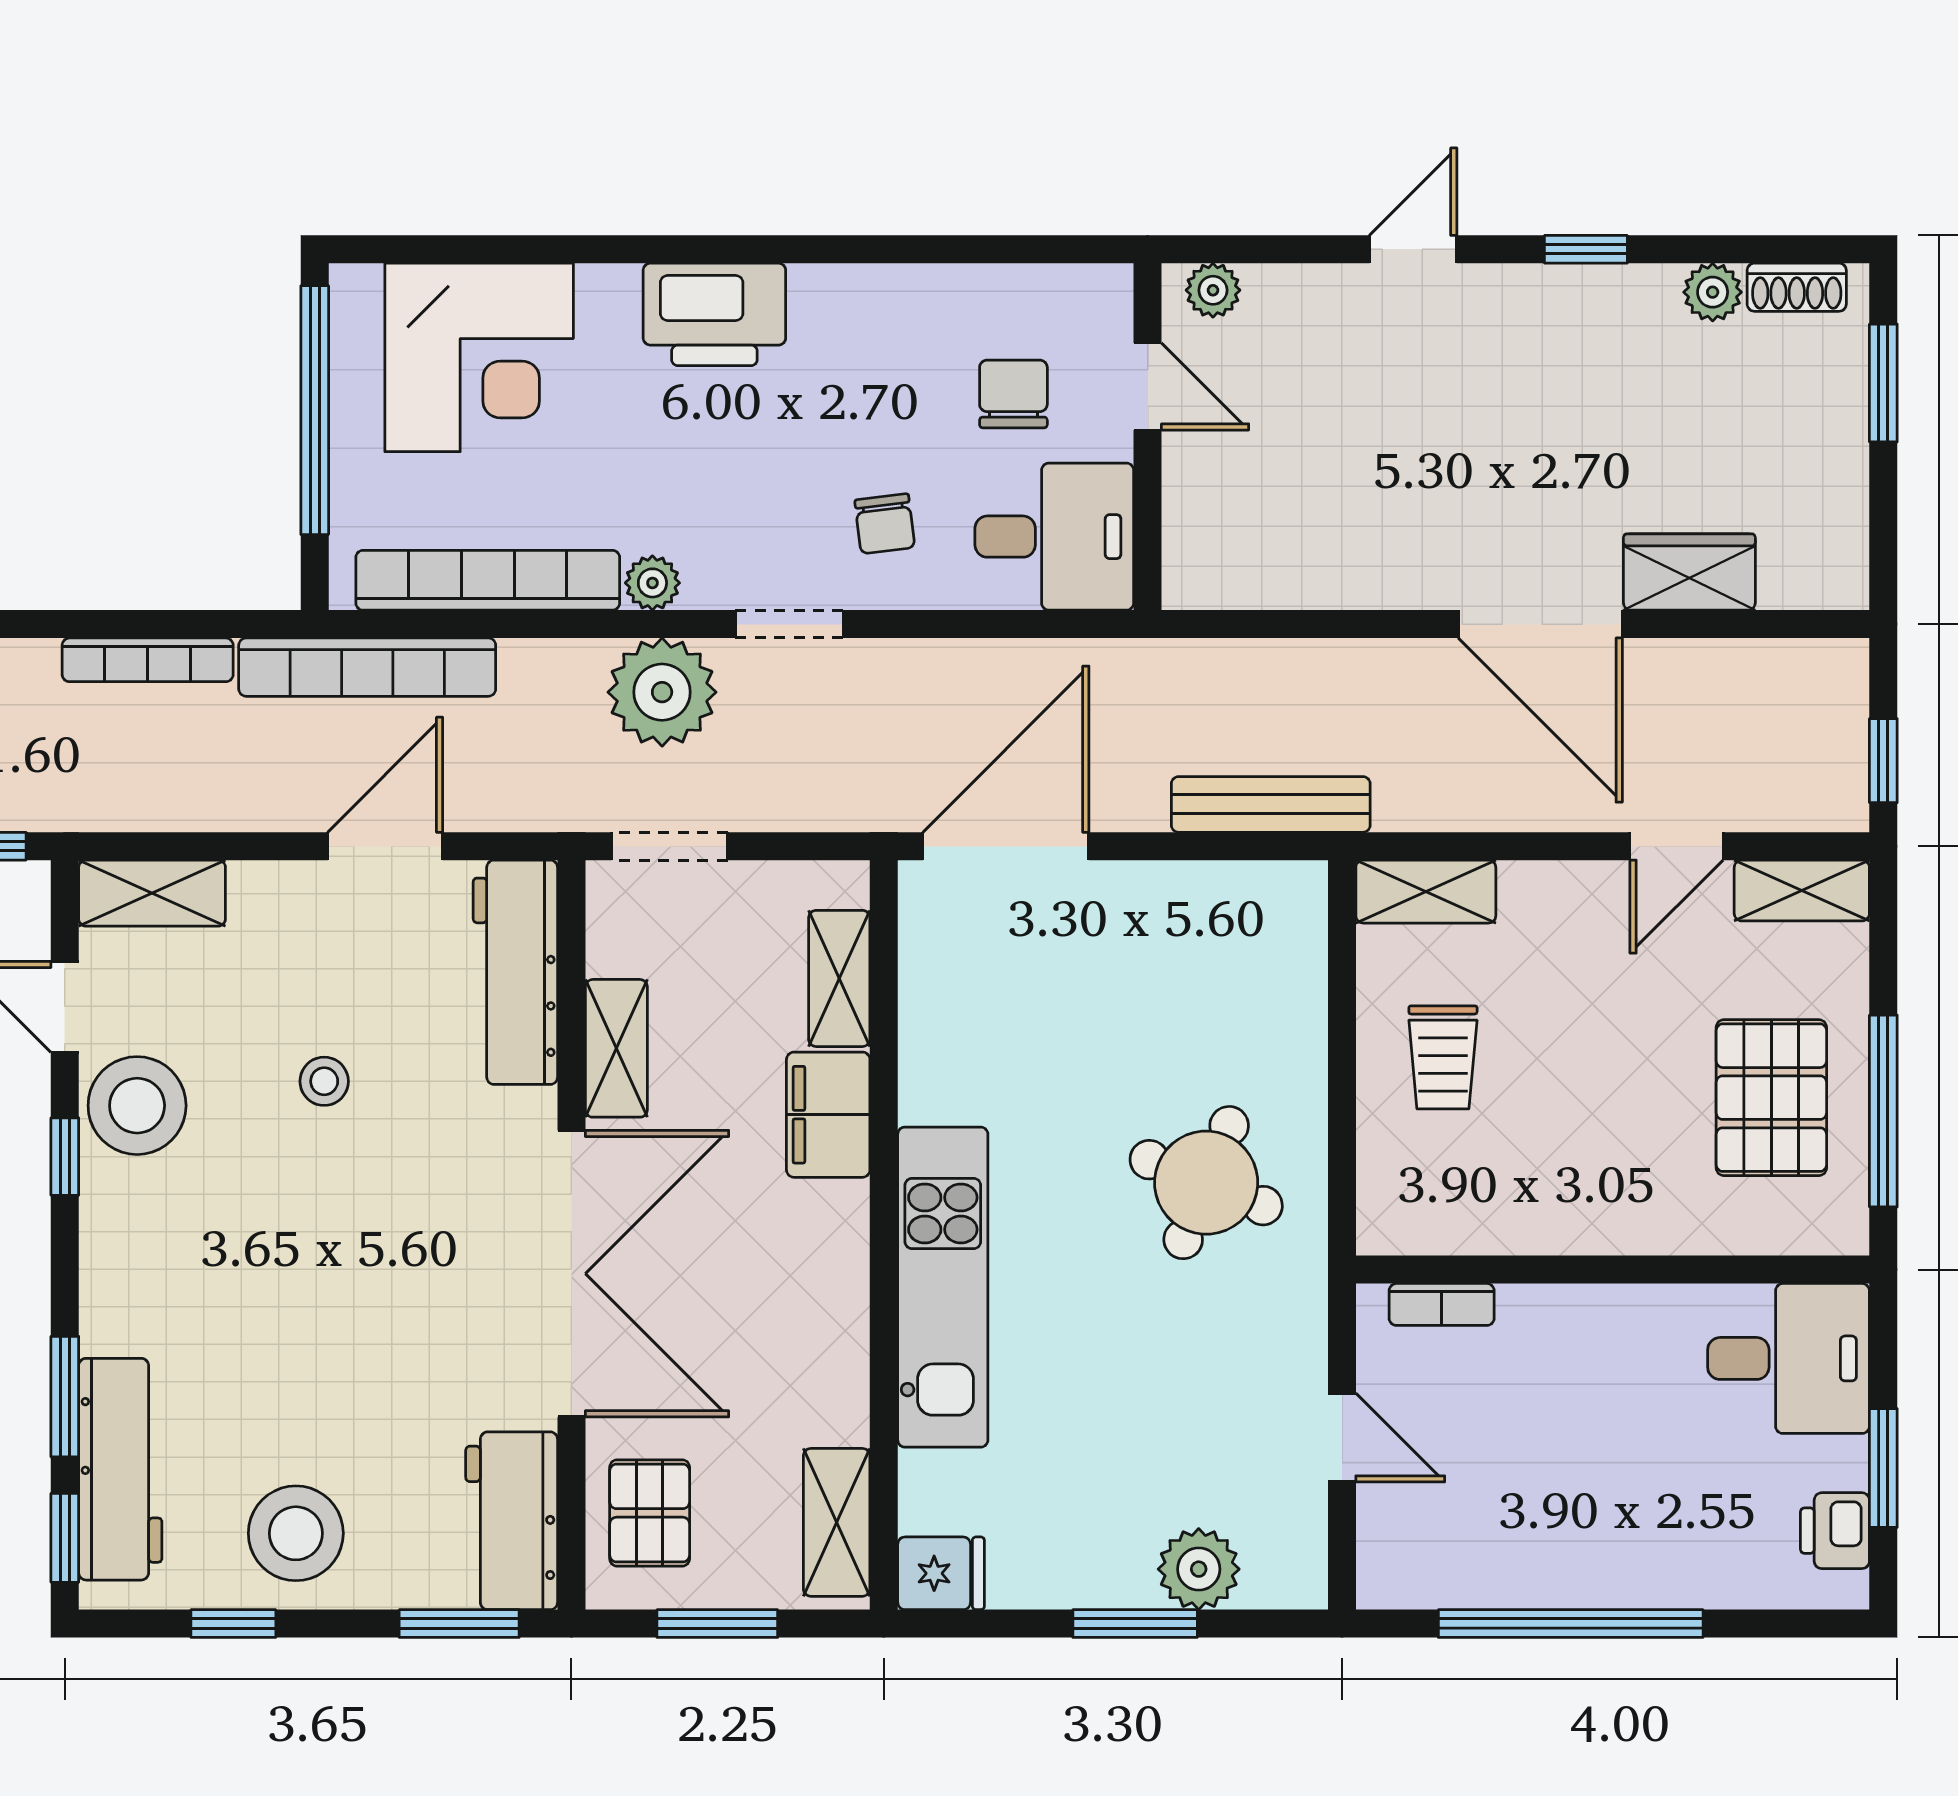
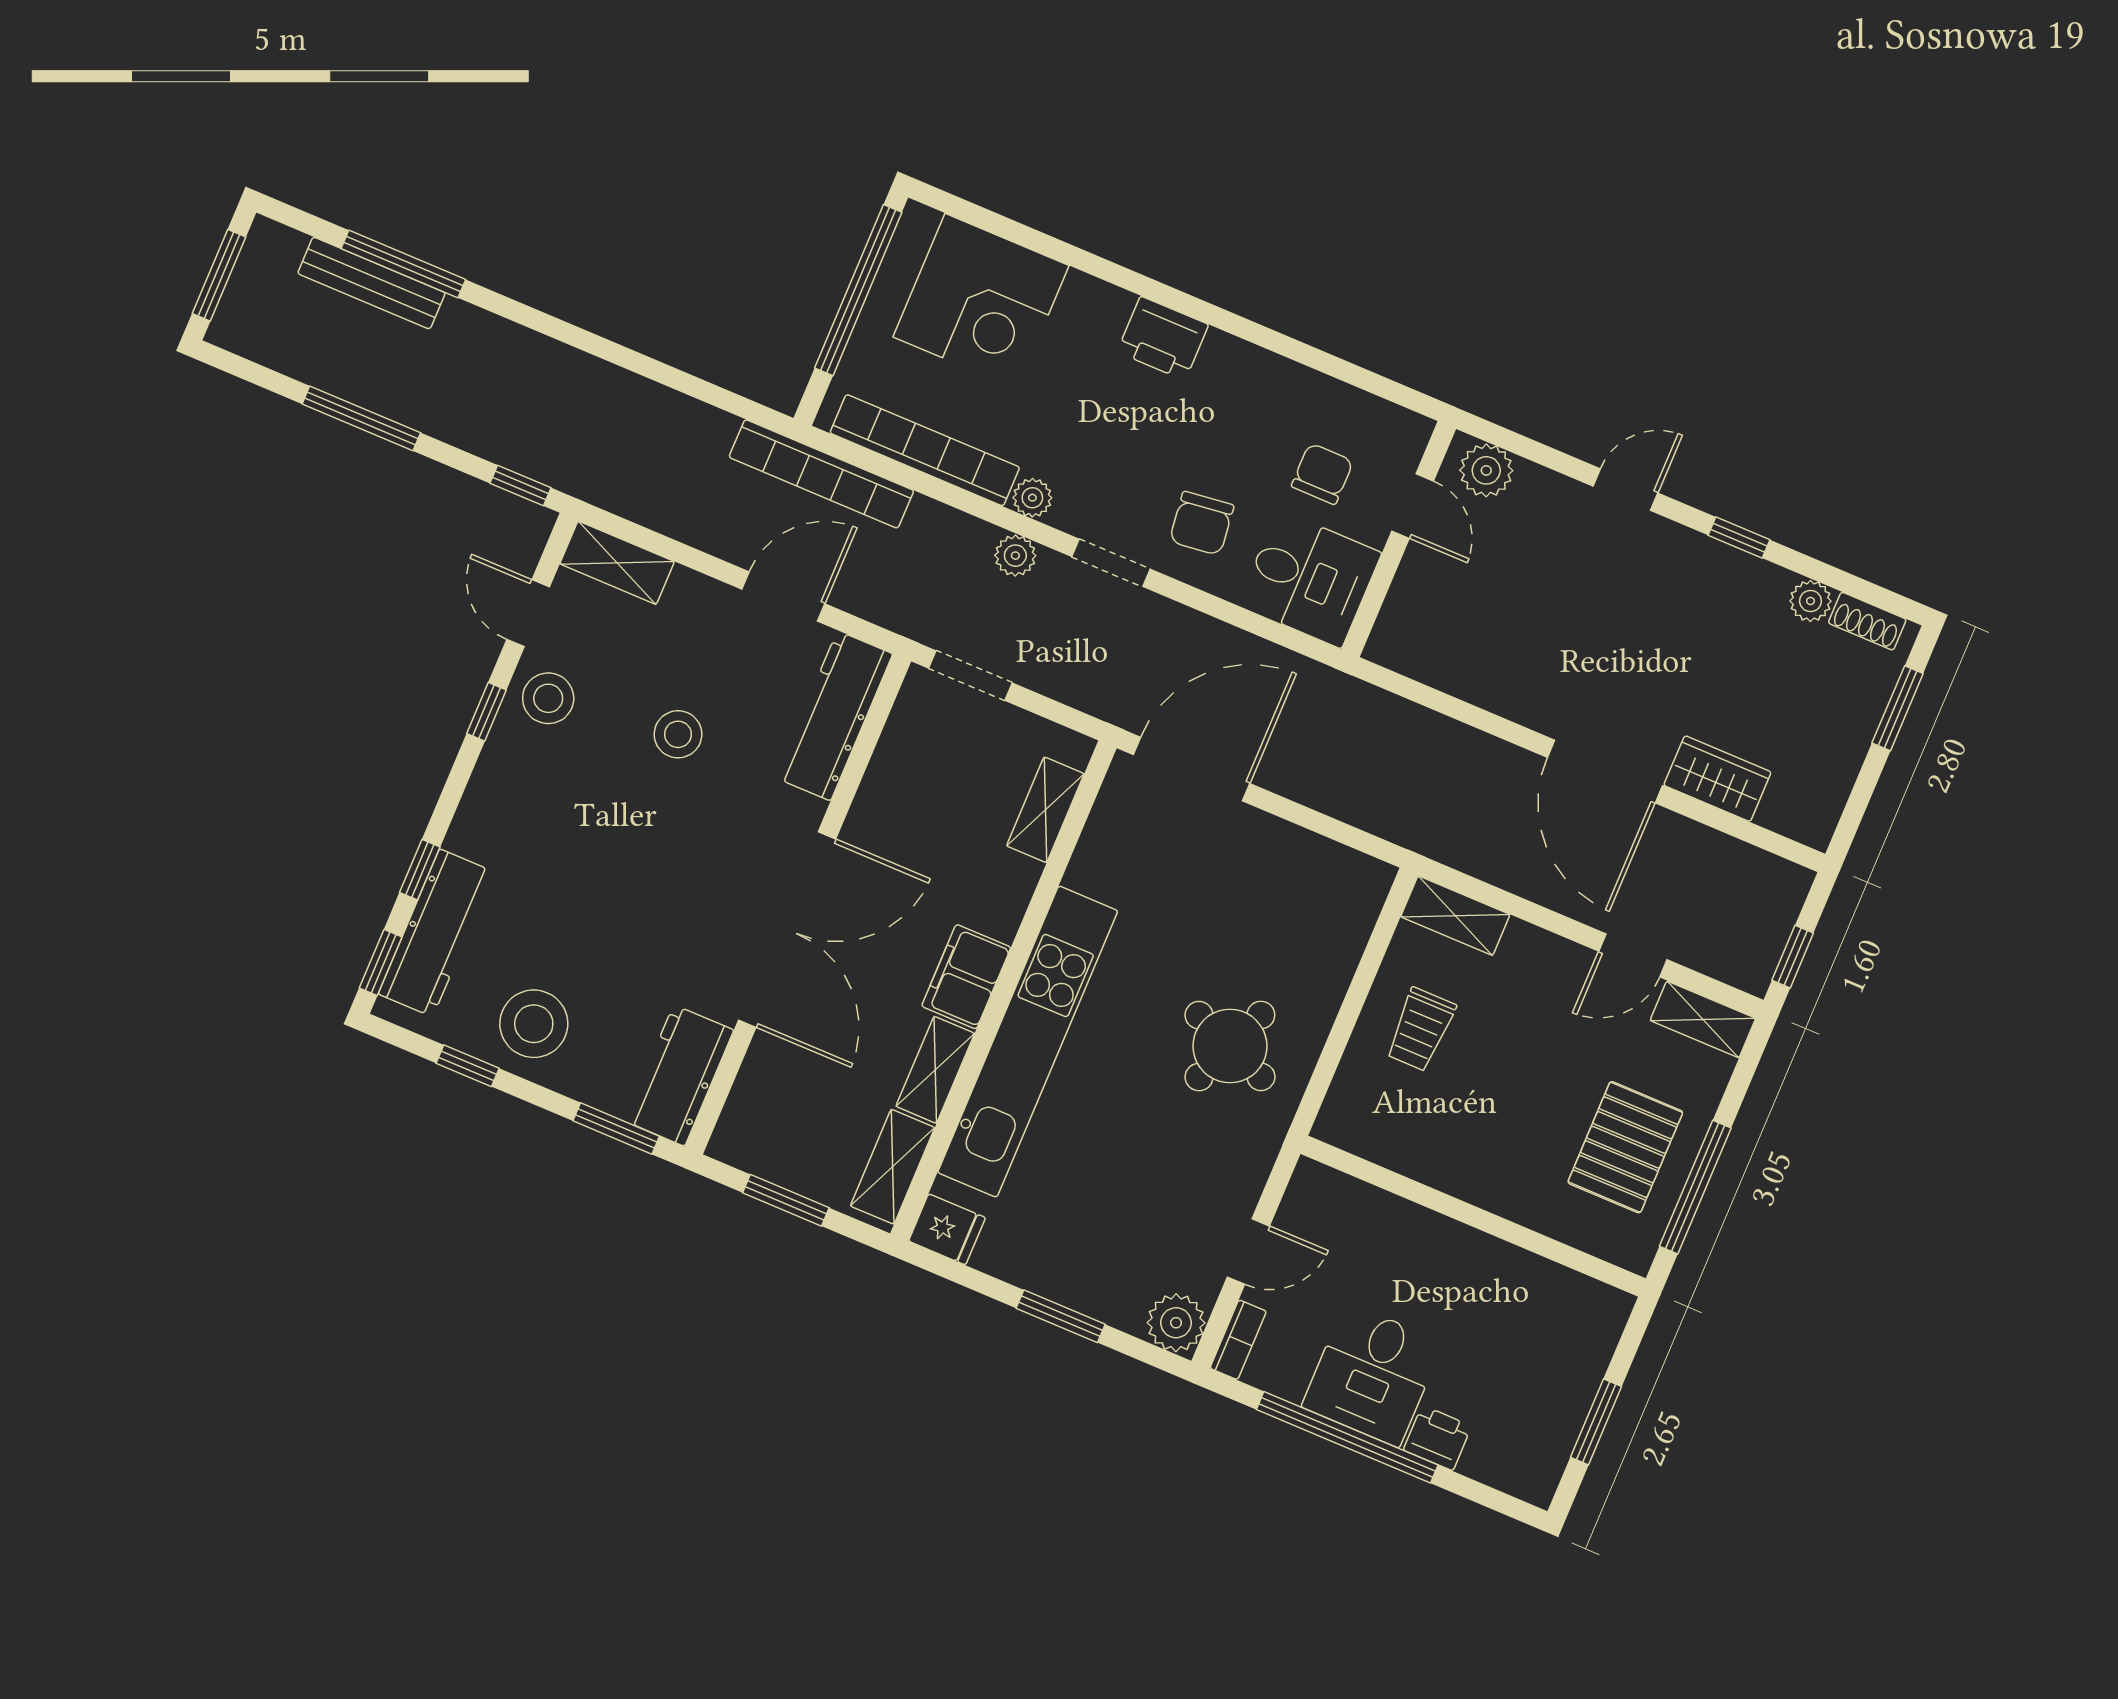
plant: (1213, 290) -> (1486, 470), width x1.38, depth x1.38
printer: (714, 314) -> (1163, 338), width x0.73, depth x0.84
chair: (885, 524) -> (1202, 523), width x1.37, depth x1.37
bookcase: (148, 660) -> (679, 408), removed
plant: (662, 692) -> (1015, 556), width x0.53, depth x0.53
bench: (1271, 804) -> (1378, 815), removed
shelving: (616, 1048) -> (935, 1070), moved
stool: (324, 1081) -> (678, 734), width x1.37, depth x1.37
stool: (137, 1106) -> (548, 698), width x0.73, depth x0.73
filing cabinet: (828, 1115) -> (966, 977), moved
kitchen unit: (943, 1287) -> (1028, 1042), width x1.36
bookcase: (1442, 1304) -> (1238, 1340), moved, turned -90
desk: (1789, 1358) -> (1372, 1375), moved, turned 90
window: (65, 1397) -> (420, 870), width x0.67
door: (1342, 1438) -> (1248, 1251), hinge flipped
pallet: (650, 1513) -> (772, 1109), removed
printer: (1835, 1531) -> (1437, 1438), moved, turned 90
plant: (1199, 1569) -> (1176, 1323), moved

